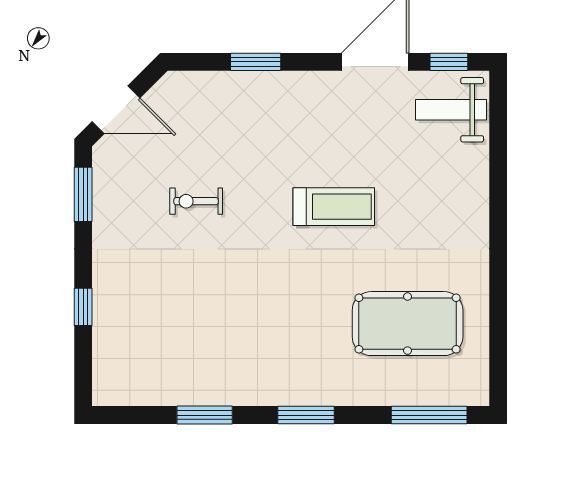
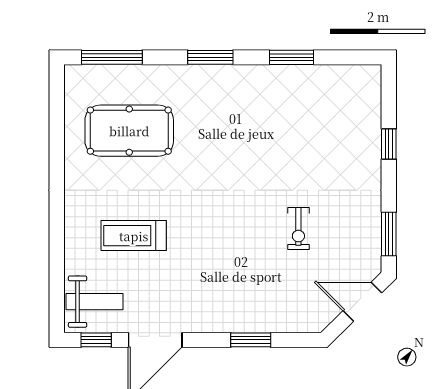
exercise bike: (196, 201) -> (298, 228), turned 90
treadmill: (334, 207) -> (134, 236), moved

